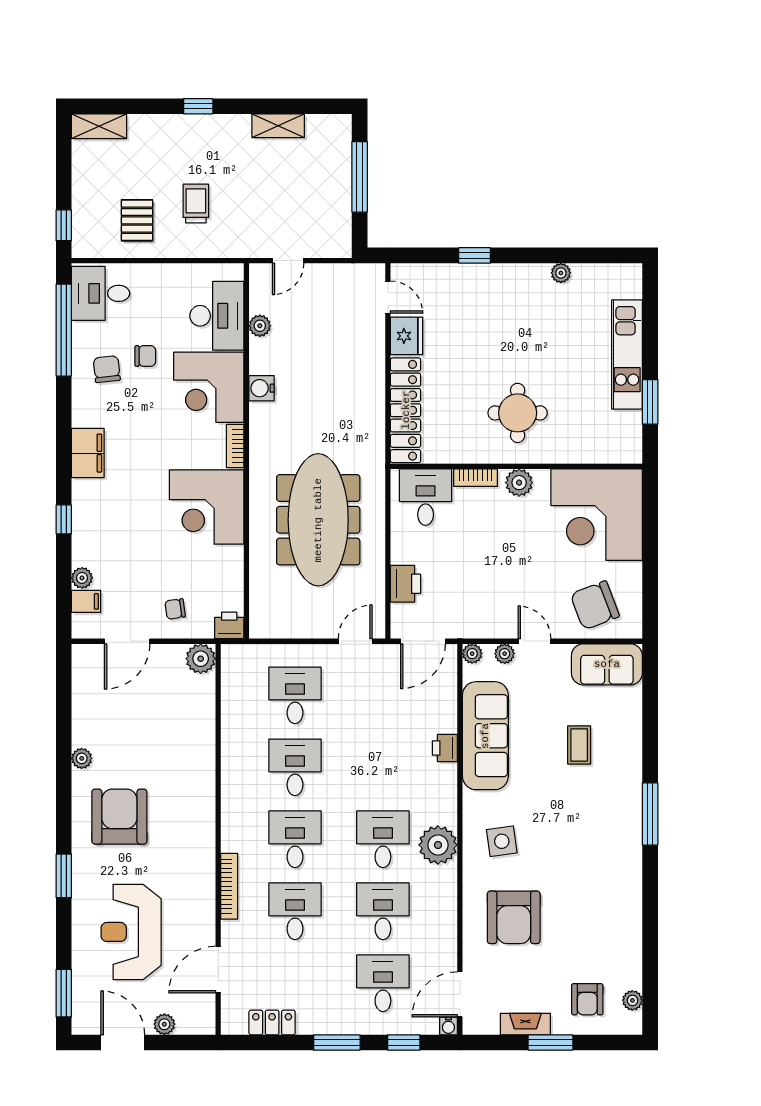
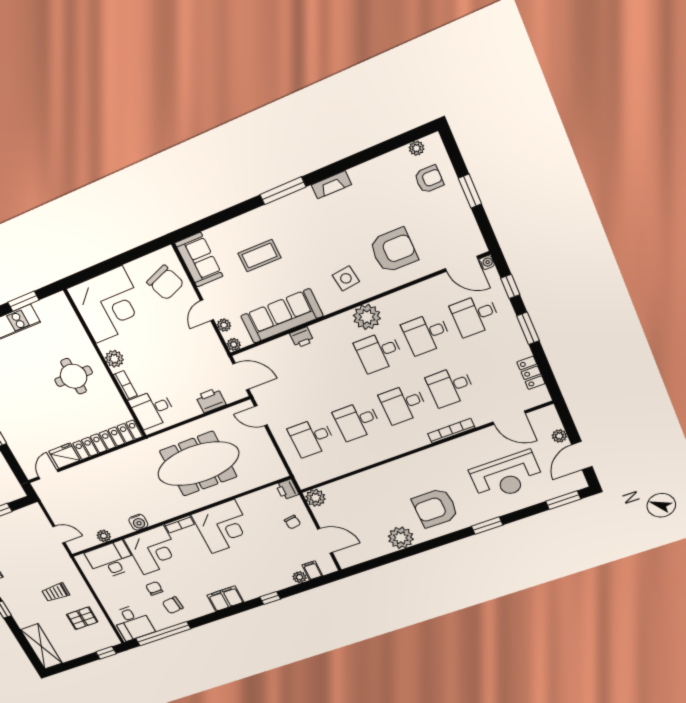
shelving: (99, 126) -> (41, 646), width x1.50, depth x1.33
coffee table: (579, 745) -> (259, 256), width x1.36, depth x1.30
plant: (82, 758) -> (401, 538), width x1.87, depth x1.87
fireplace: (525, 1024) -> (331, 185), moved, turned -90

